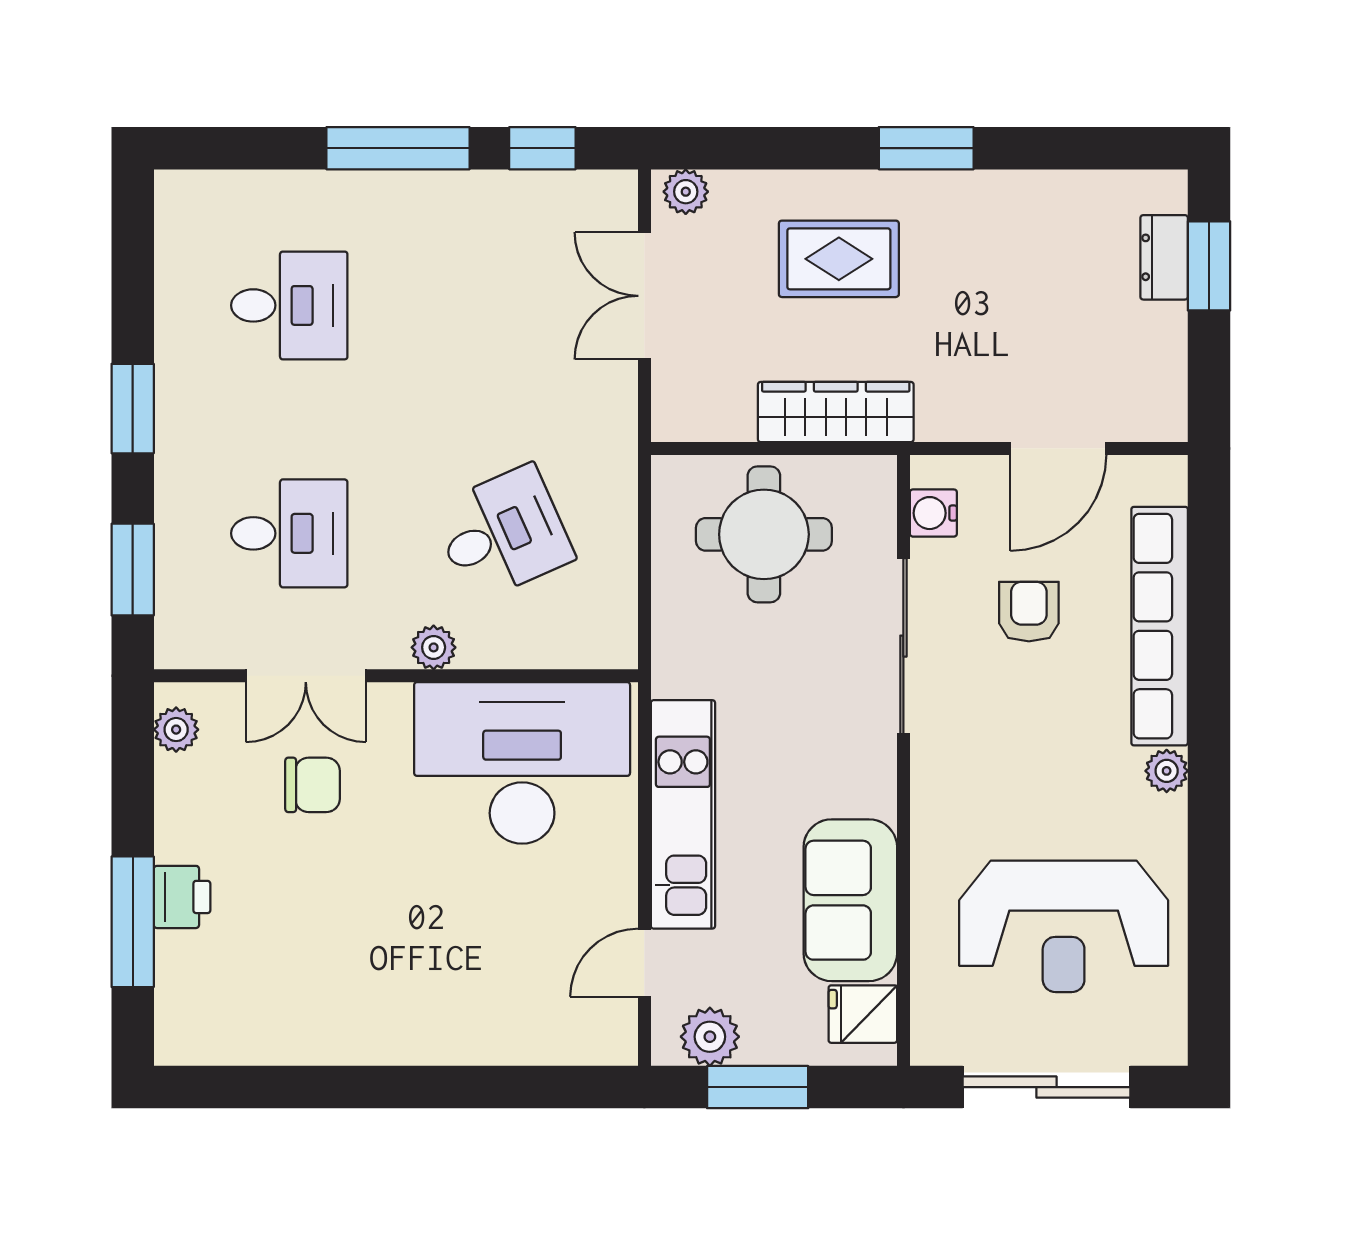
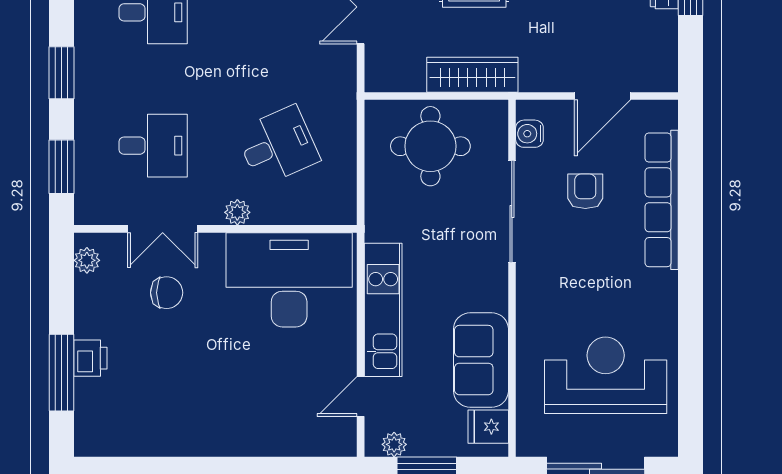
plant: (1167, 771) -> (666, 284), removed
reception desk: (1064, 926) -> (606, 375), turned 180
plant: (710, 1037) -> (394, 444), width x0.73, depth x0.73

